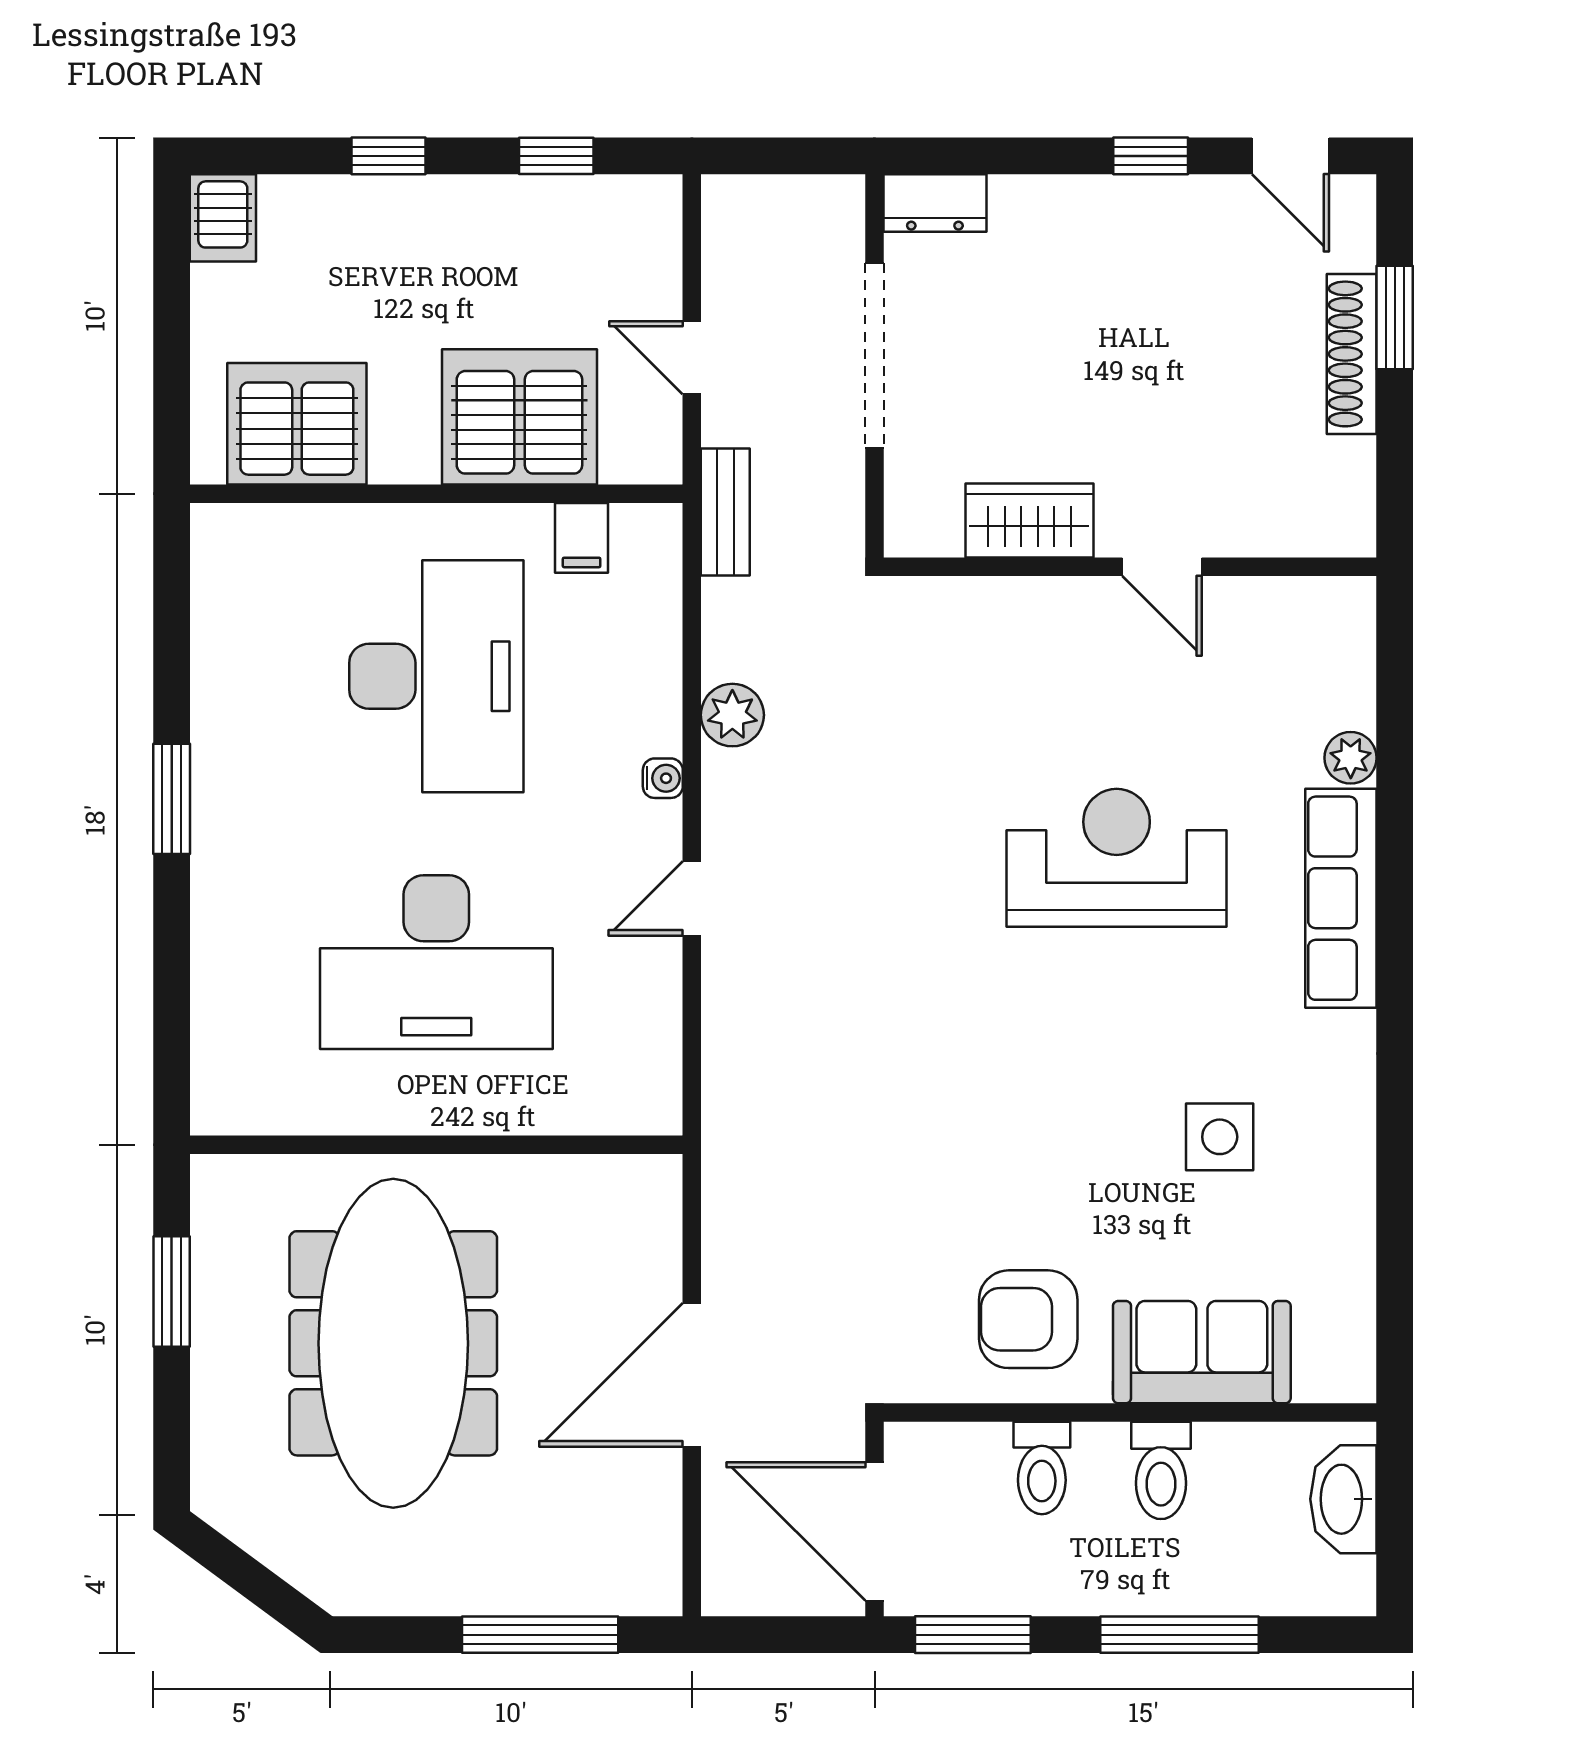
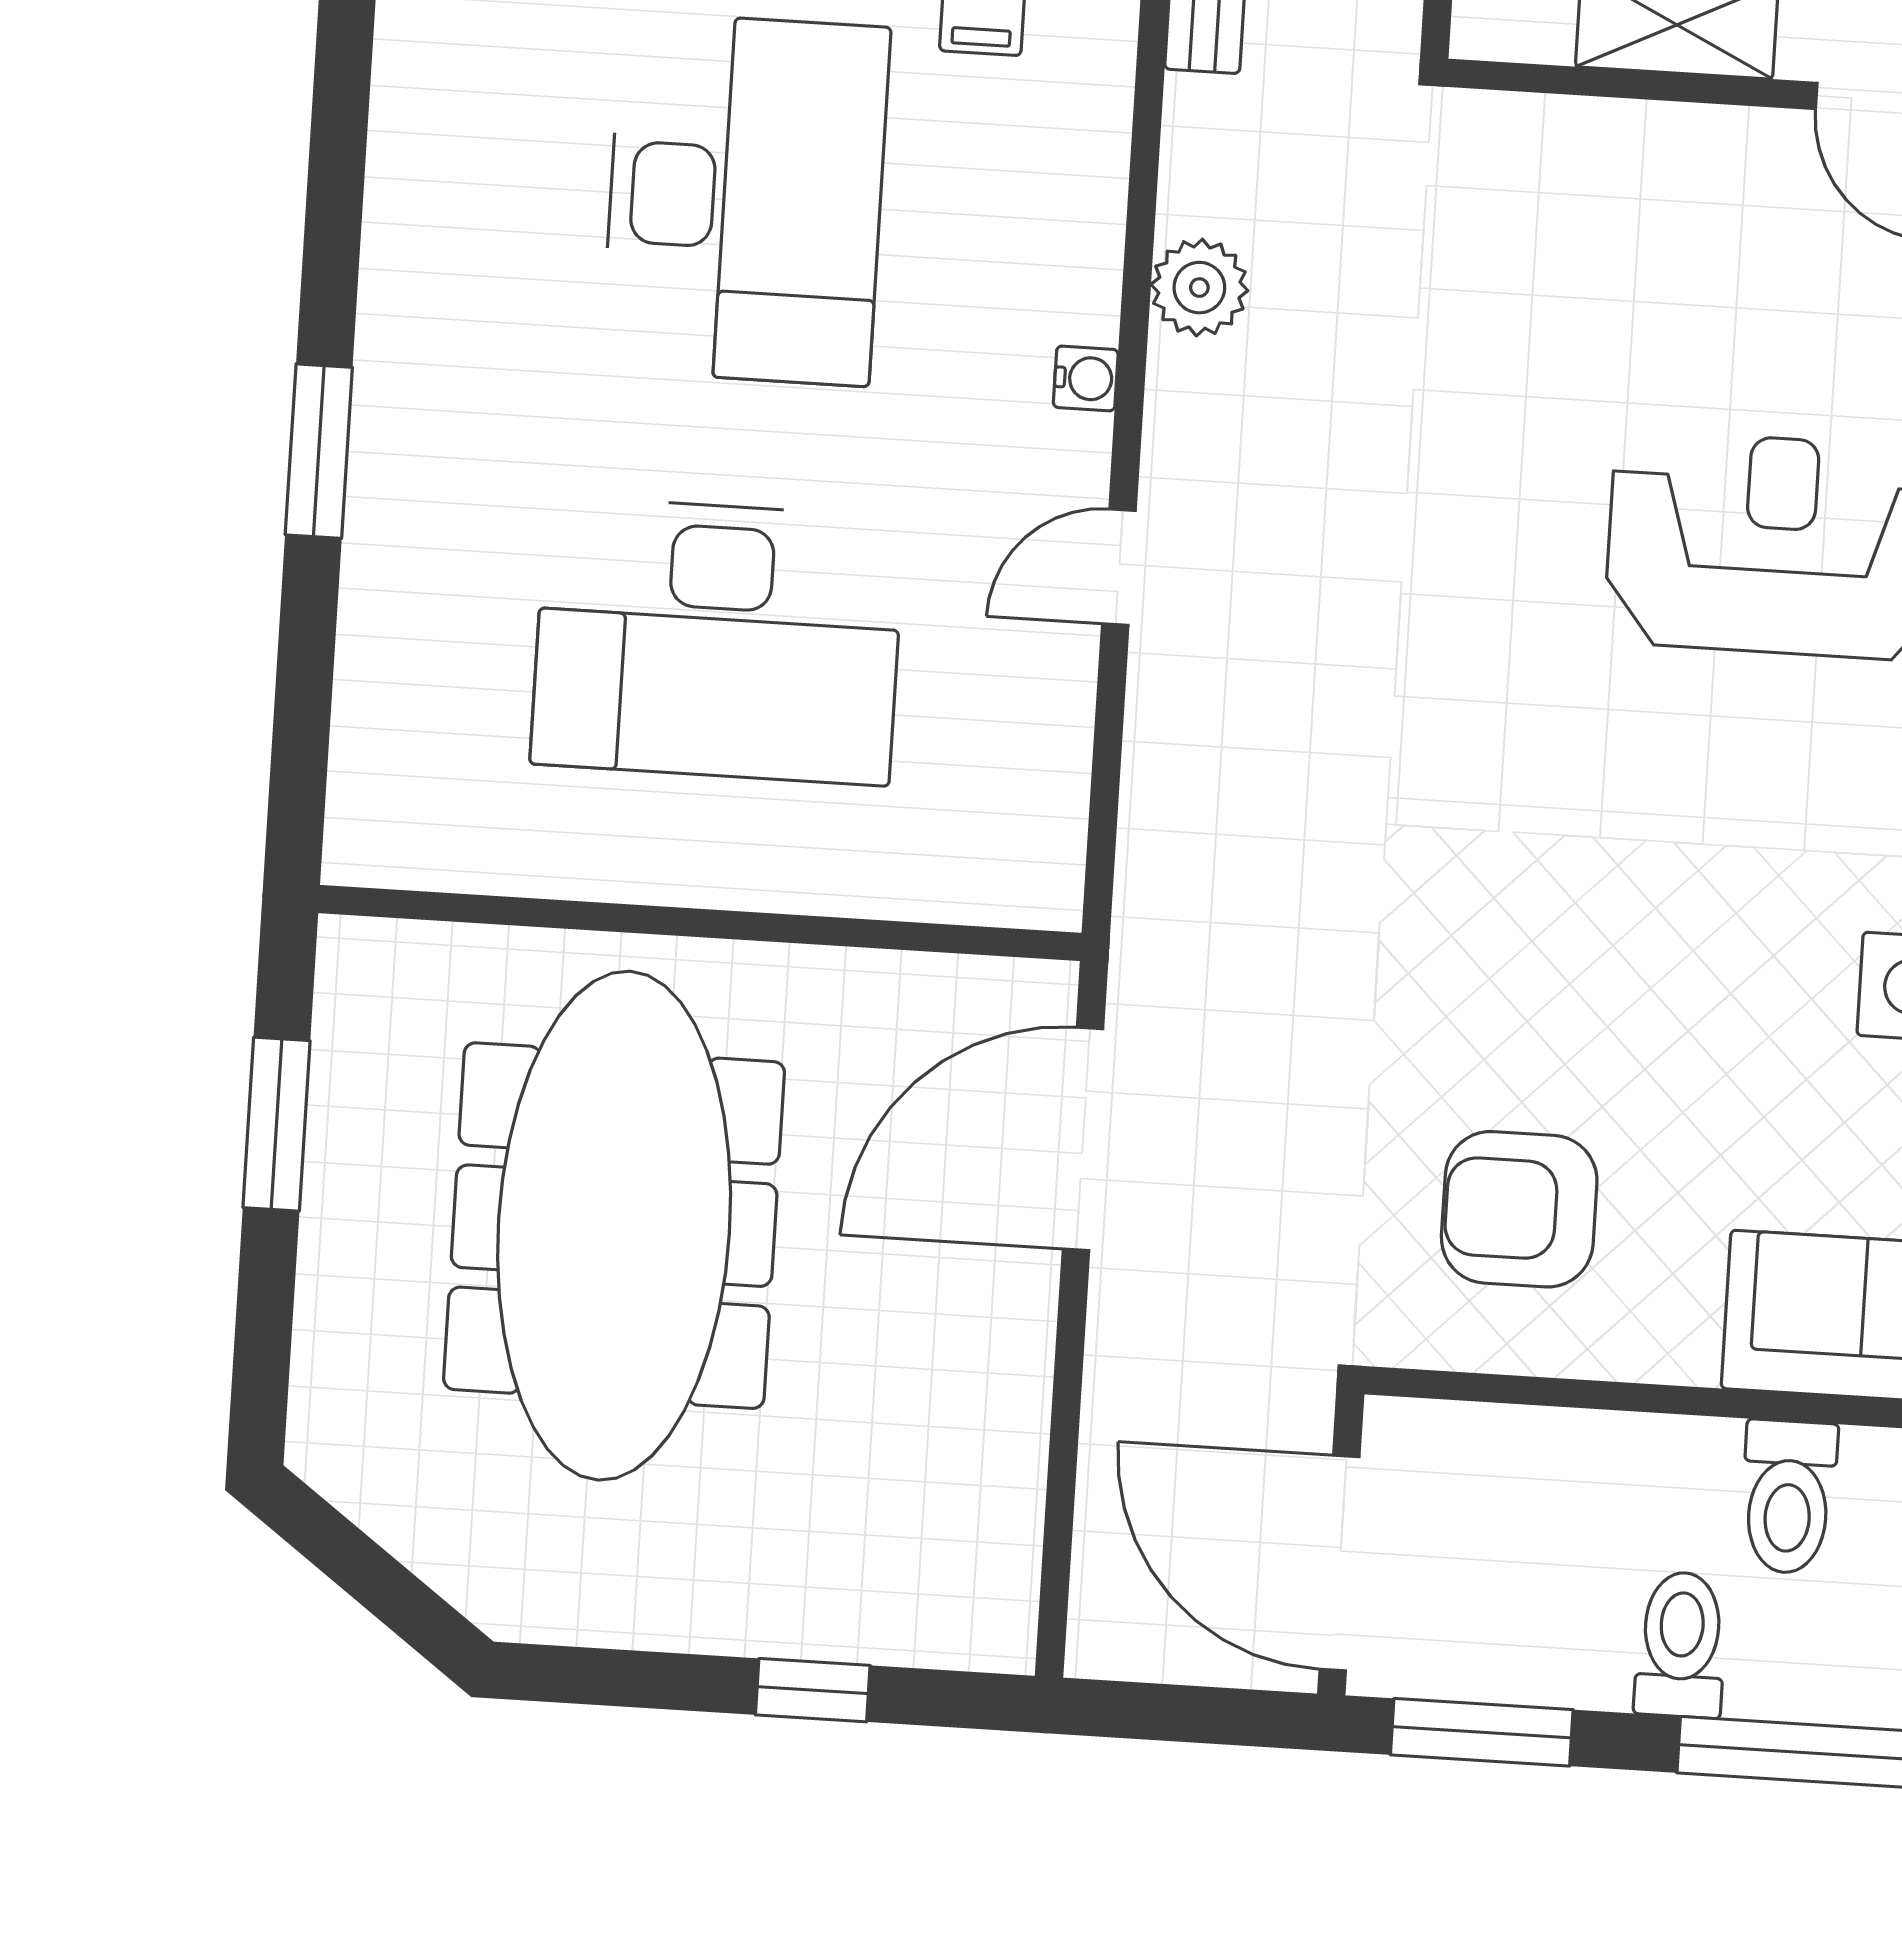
window: (172, 799) -> (319, 451), moved
armchair: (1028, 1319) -> (1519, 1209), moved
door: (692, 1375) -> (1083, 1139), moved
toilet: (1042, 1468) -> (1681, 1645), moved, turned 180
window: (540, 1635) -> (813, 1690), width x0.46

